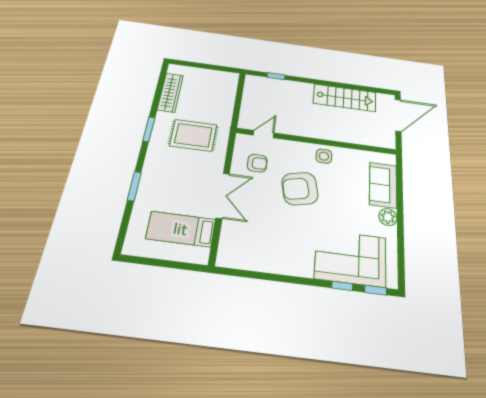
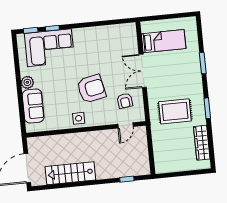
armchair: (257, 163) -> (125, 101), turned -97

